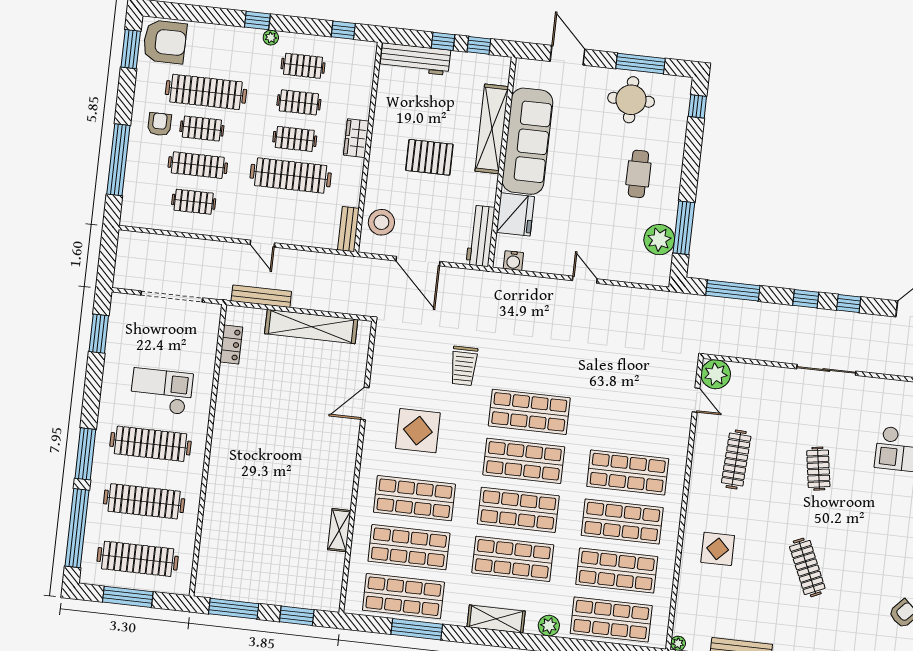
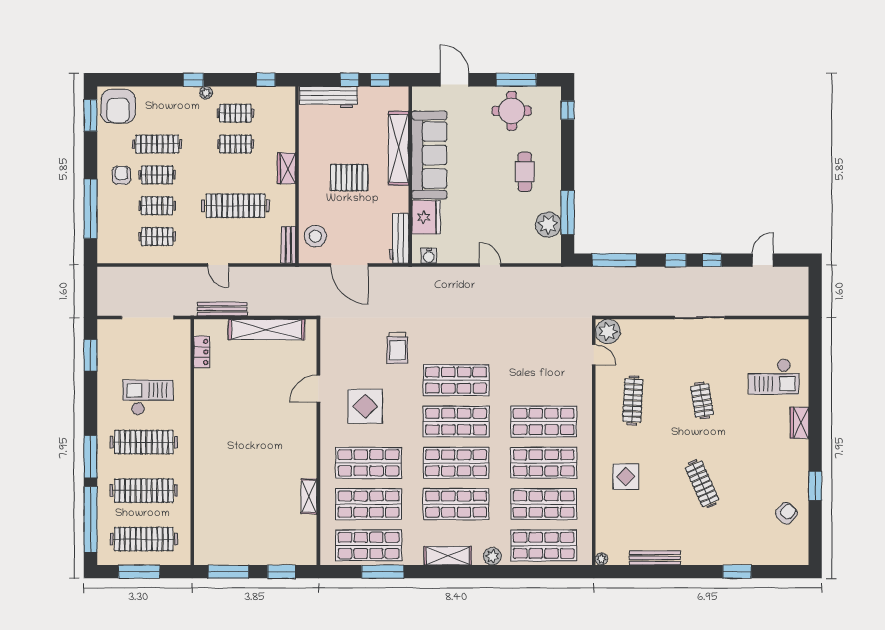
armchair: (165, 42) -> (118, 106), turned 90
clothes rail: (206, 92) -> (157, 144), width x0.73, depth x0.76
clothes rail: (295, 139) -> (235, 175), removed
clothes rail: (198, 165) -> (157, 206), width x0.73

